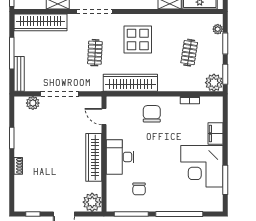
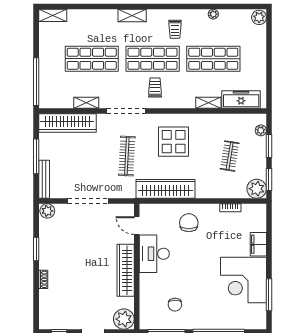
clothes rail: (95, 53) -> (127, 156), width x1.36
plant: (33, 103) -> (47, 211), moved
desk: (120, 157) -> (154, 254), moved

